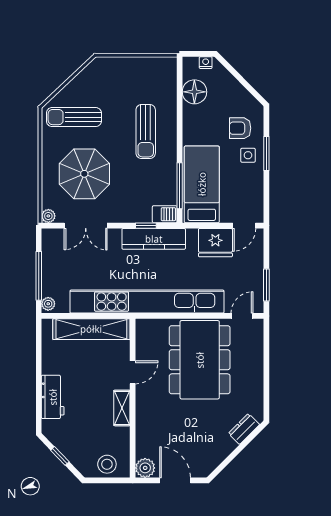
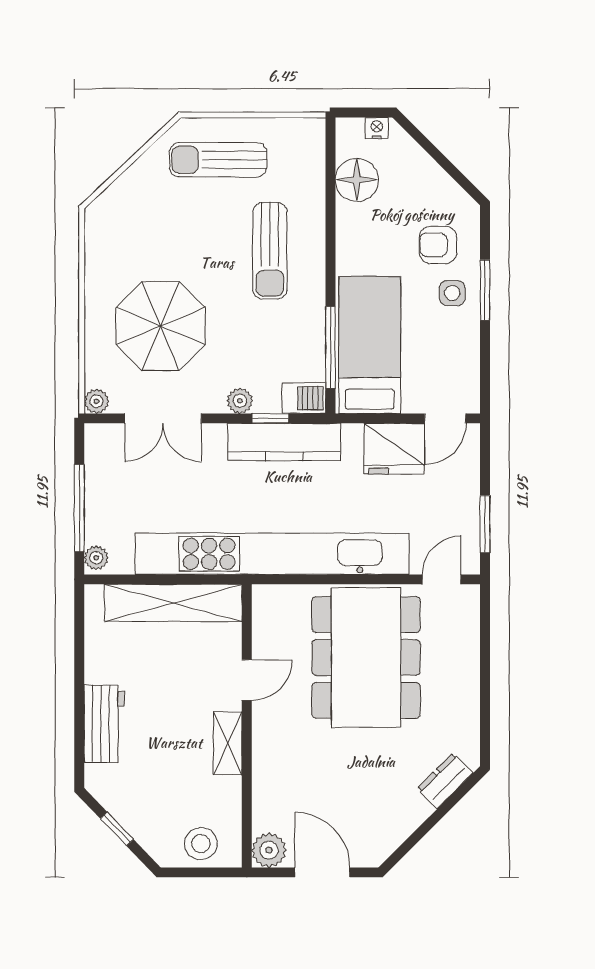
sun lounger: (74, 117) -> (218, 160), moved
plant: (129, 216) -> (240, 401), added

